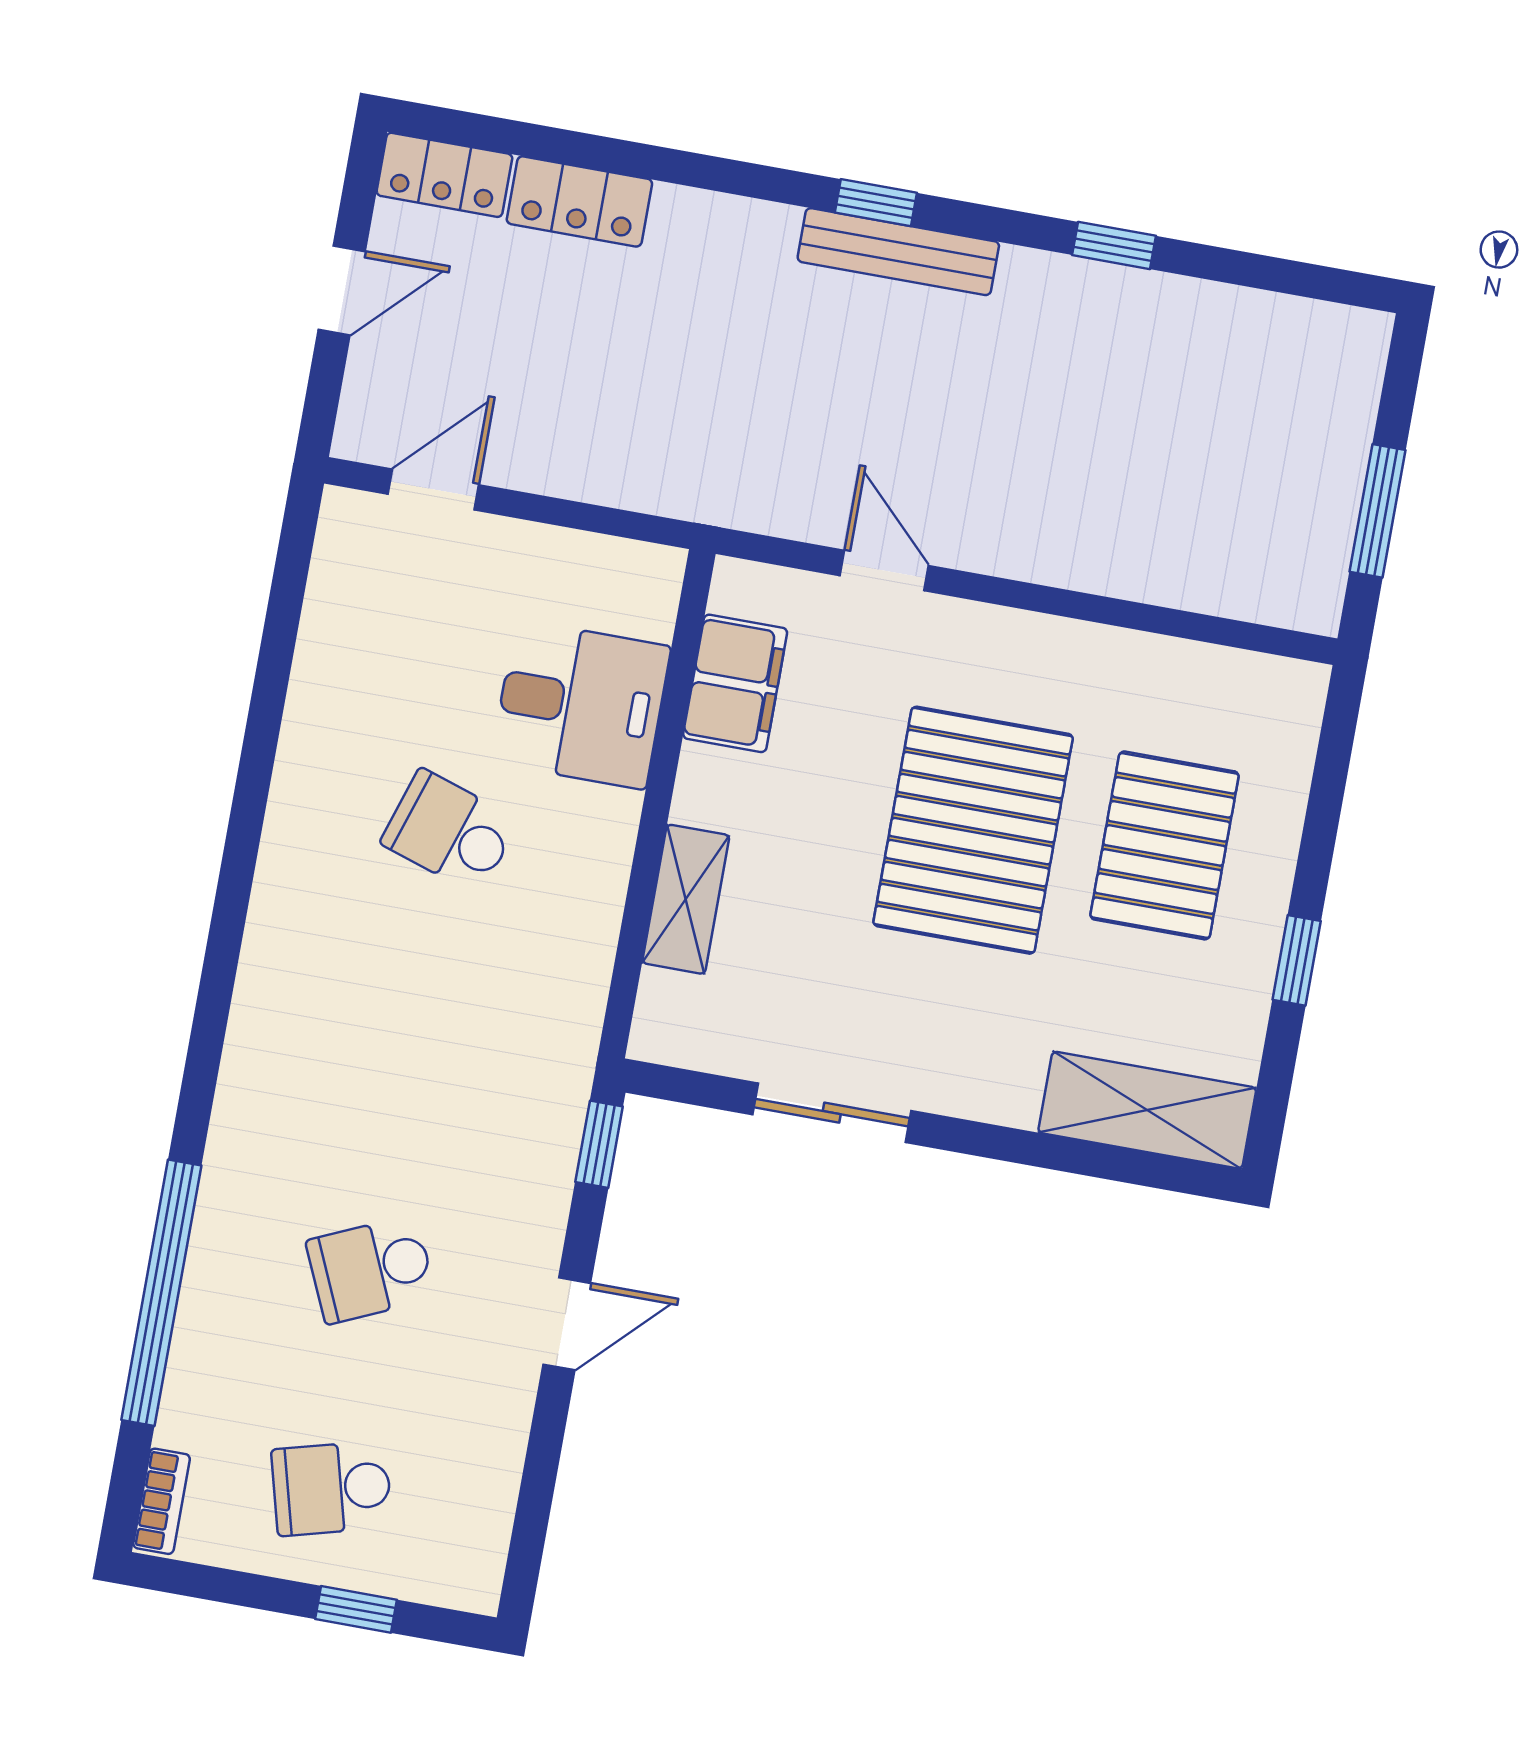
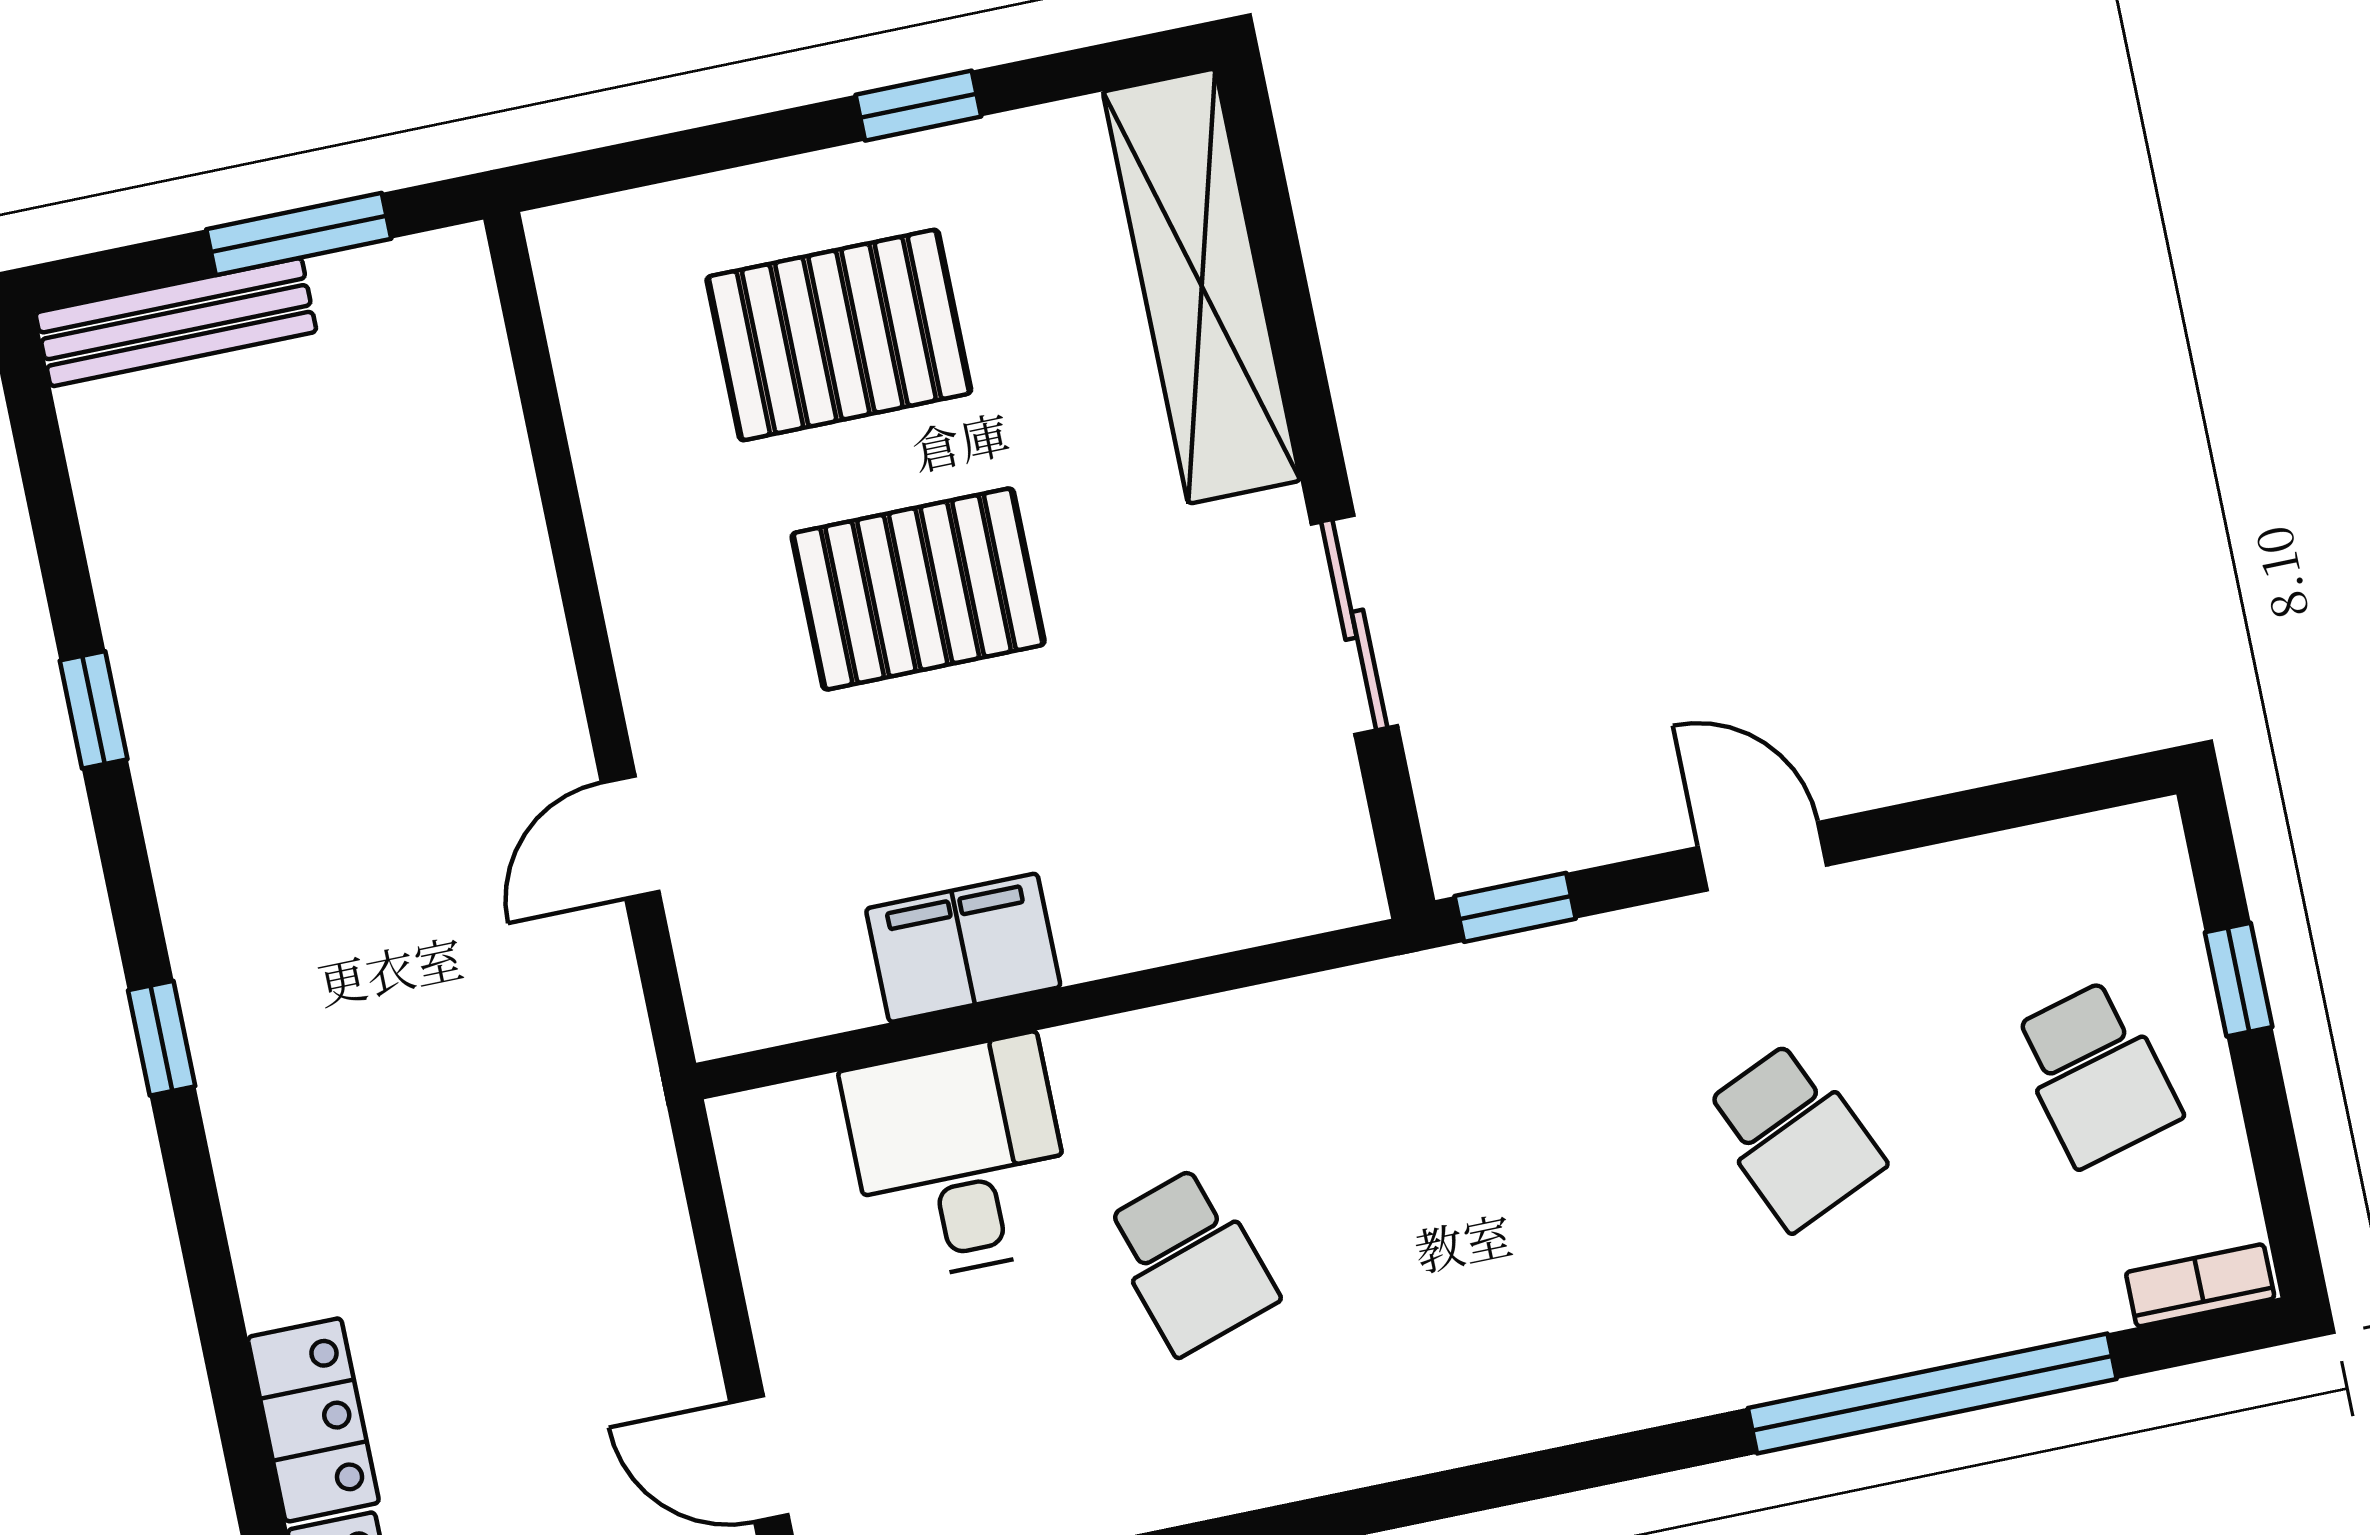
bench: (898, 252) -> (176, 322), moved, turned 90
filing cabinet: (735, 683) -> (963, 948), moved
pallet: (973, 830) -> (918, 589), width x0.73, depth x0.71
school desk: (450, 832) -> (1190, 1261), turned -36
shelving: (686, 899) -> (1155, 923), removed
shelving: (1147, 1110) -> (1202, 286), width x1.47

